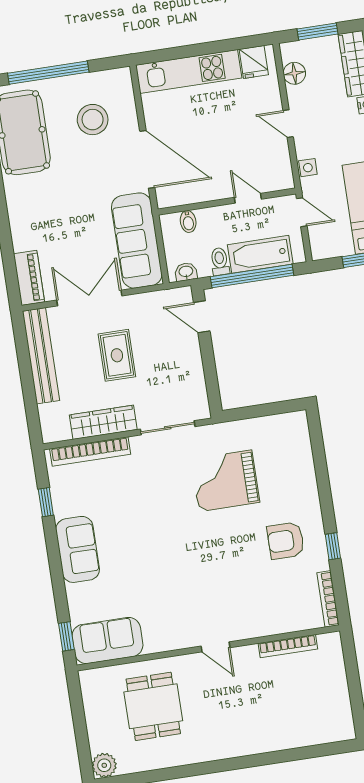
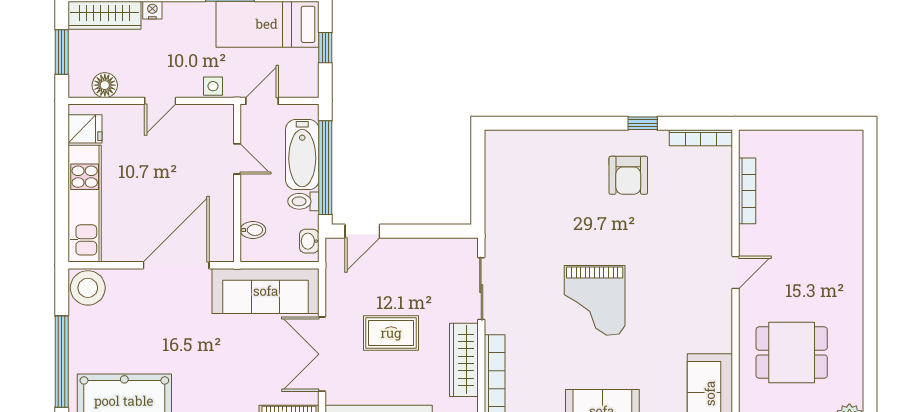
stool: (93, 120) -> (88, 288), moved
door: (248, 198) -> (237, 159), swing flipped
grand piano: (225, 481) -> (595, 300), moved

